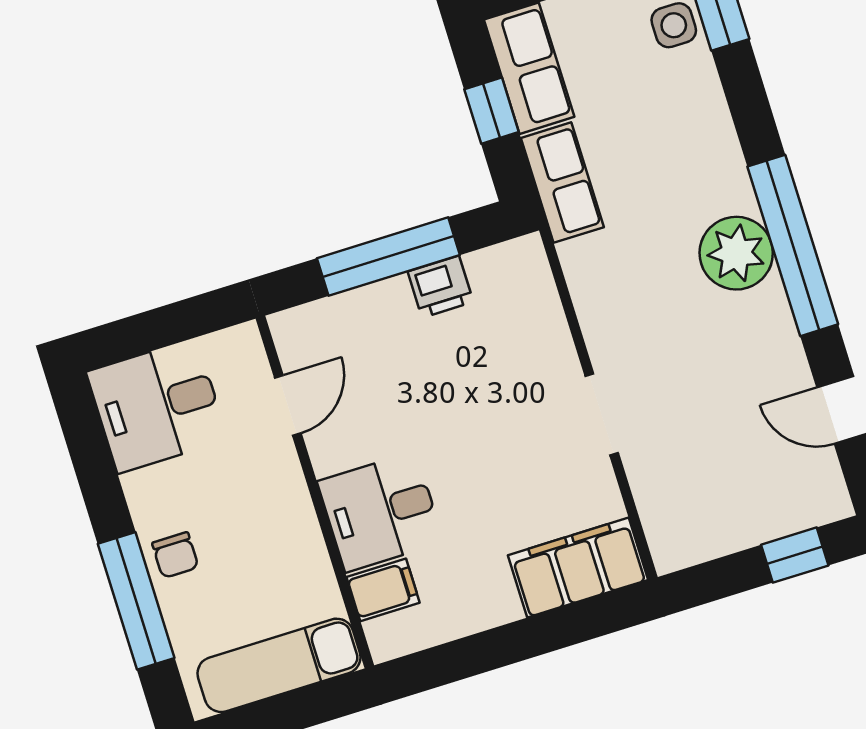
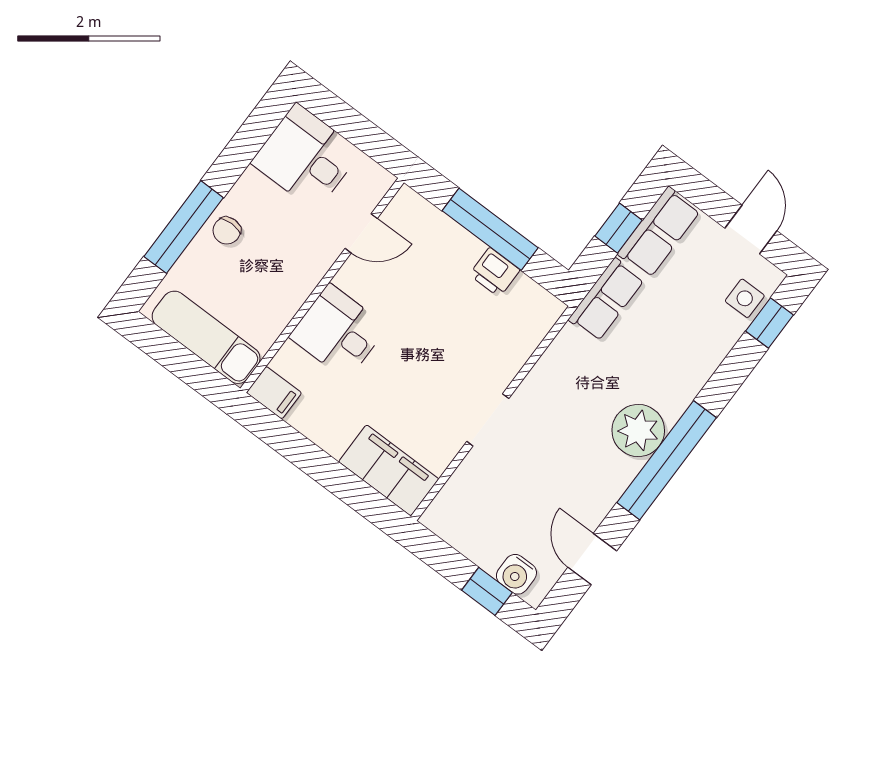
water cooler: (799, 508) -> (516, 574), added
filing cabinet: (383, 590) -> (274, 393), moved

